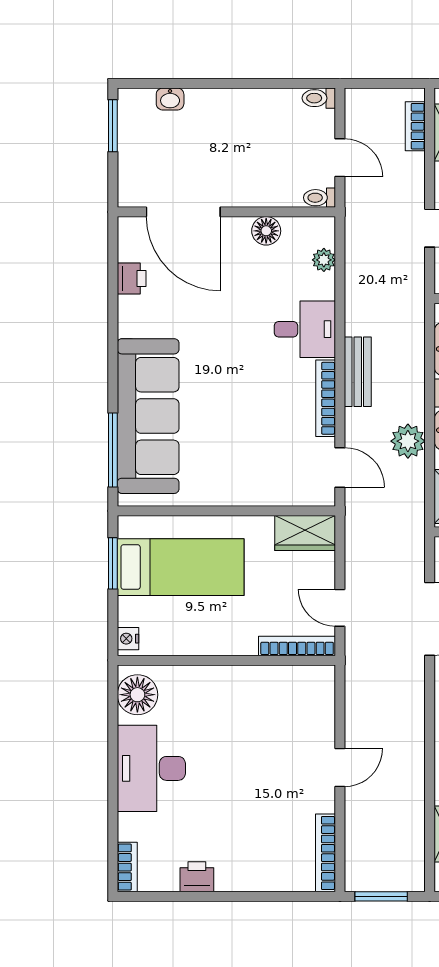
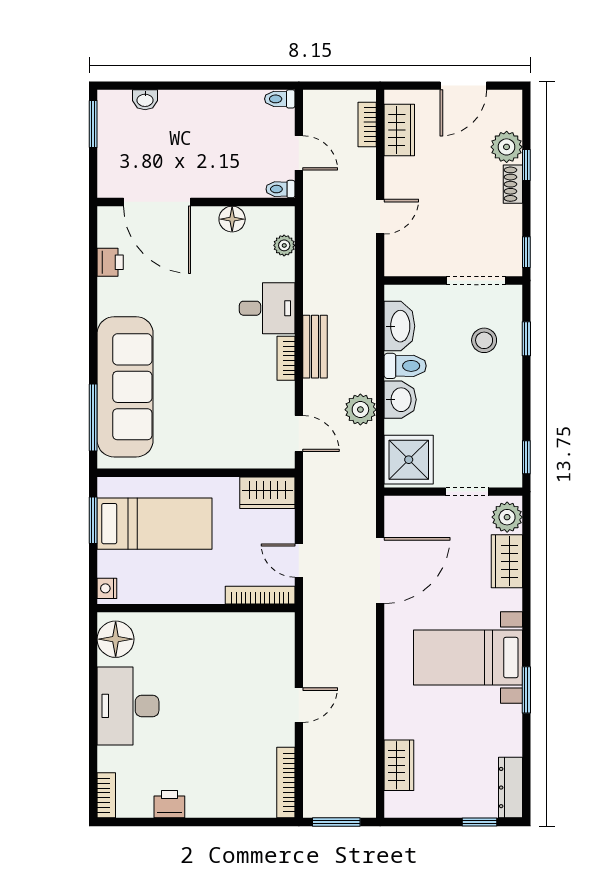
bookcase: (326, 398) -> (286, 358), width x0.64

